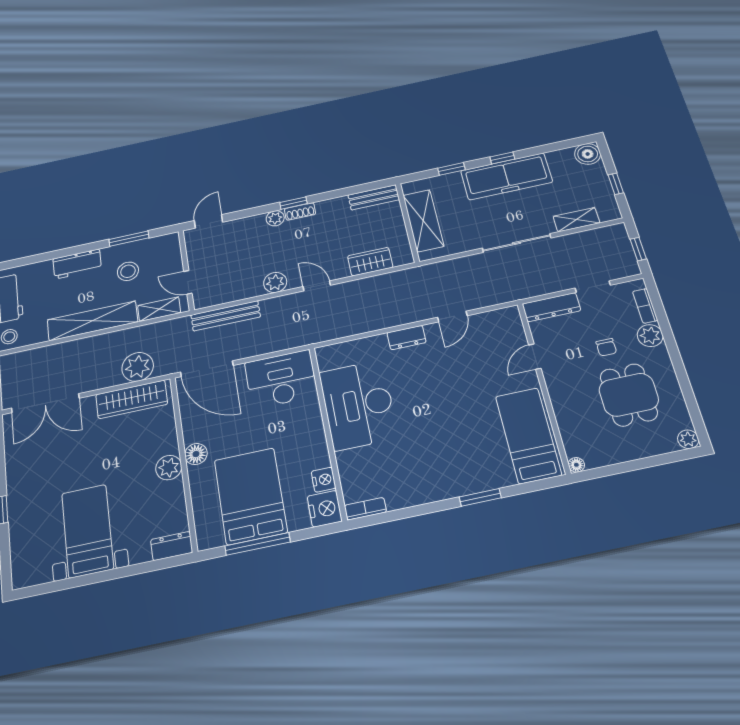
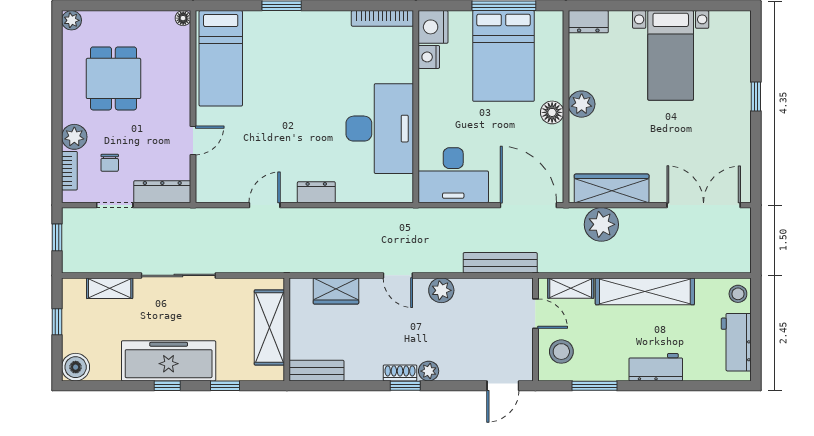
stool: (128, 271) -> (561, 352), moved
chair: (606, 347) -> (110, 163), moved, turned 180
bookcase: (365, 509) -> (382, 18), width x1.56

